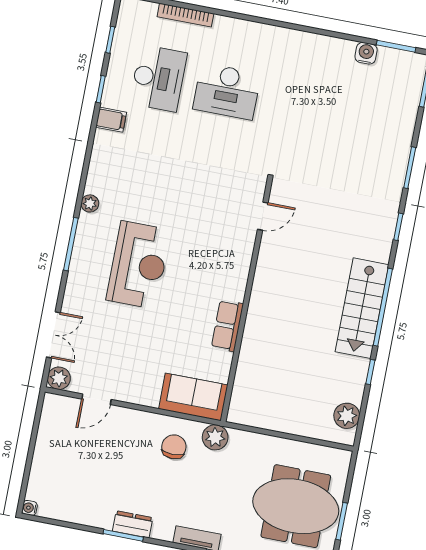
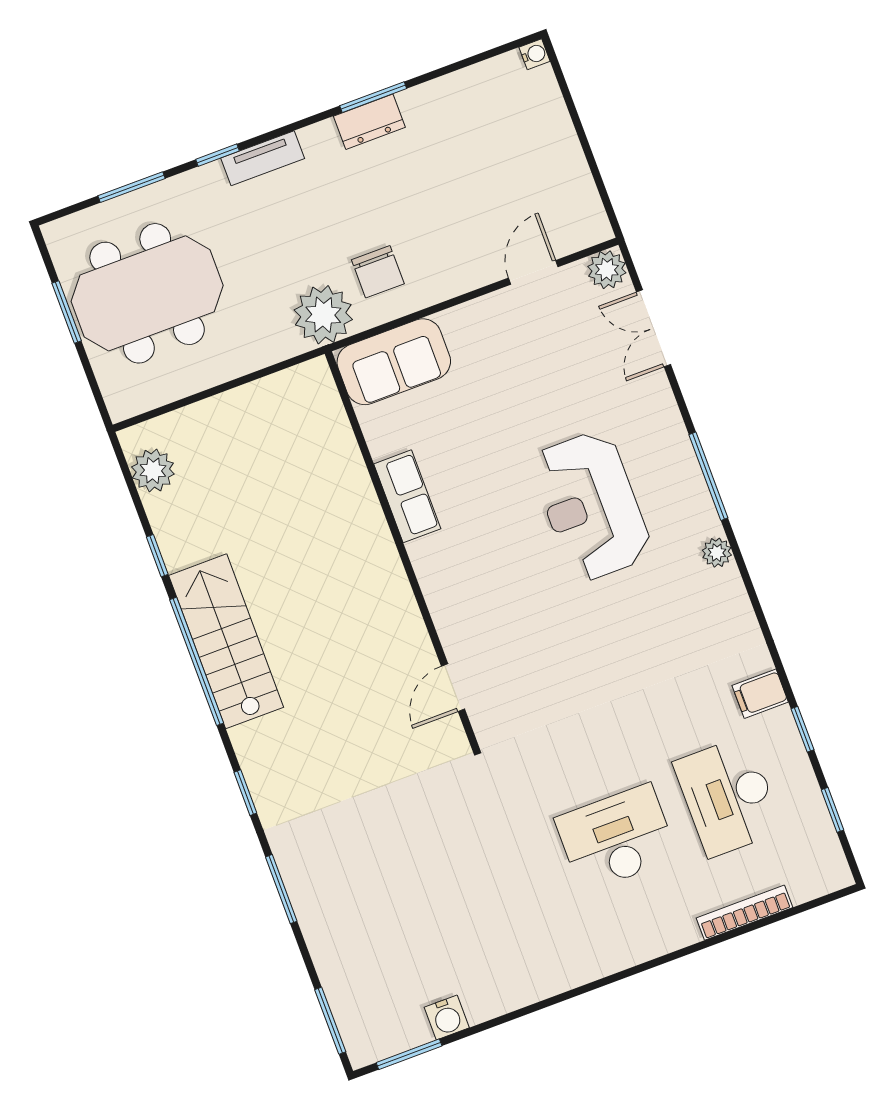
plant: (215, 437) -> (323, 315), width x1.36, depth x1.36

